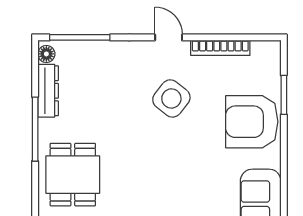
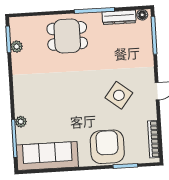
bookcase: (220, 48) -> (154, 139), moved

